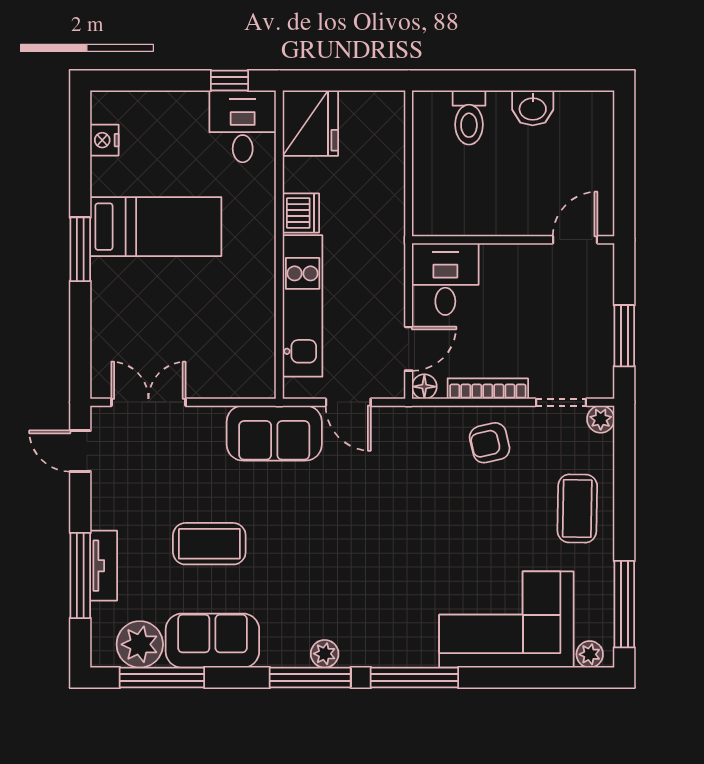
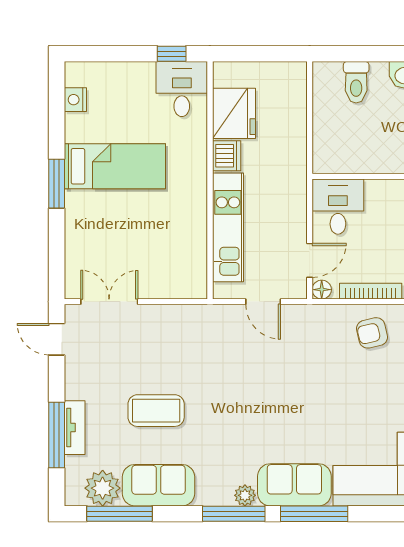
fridge: (310, 123) -> (234, 113), moved
sofa: (274, 433) -> (294, 485), moved, turned 180

